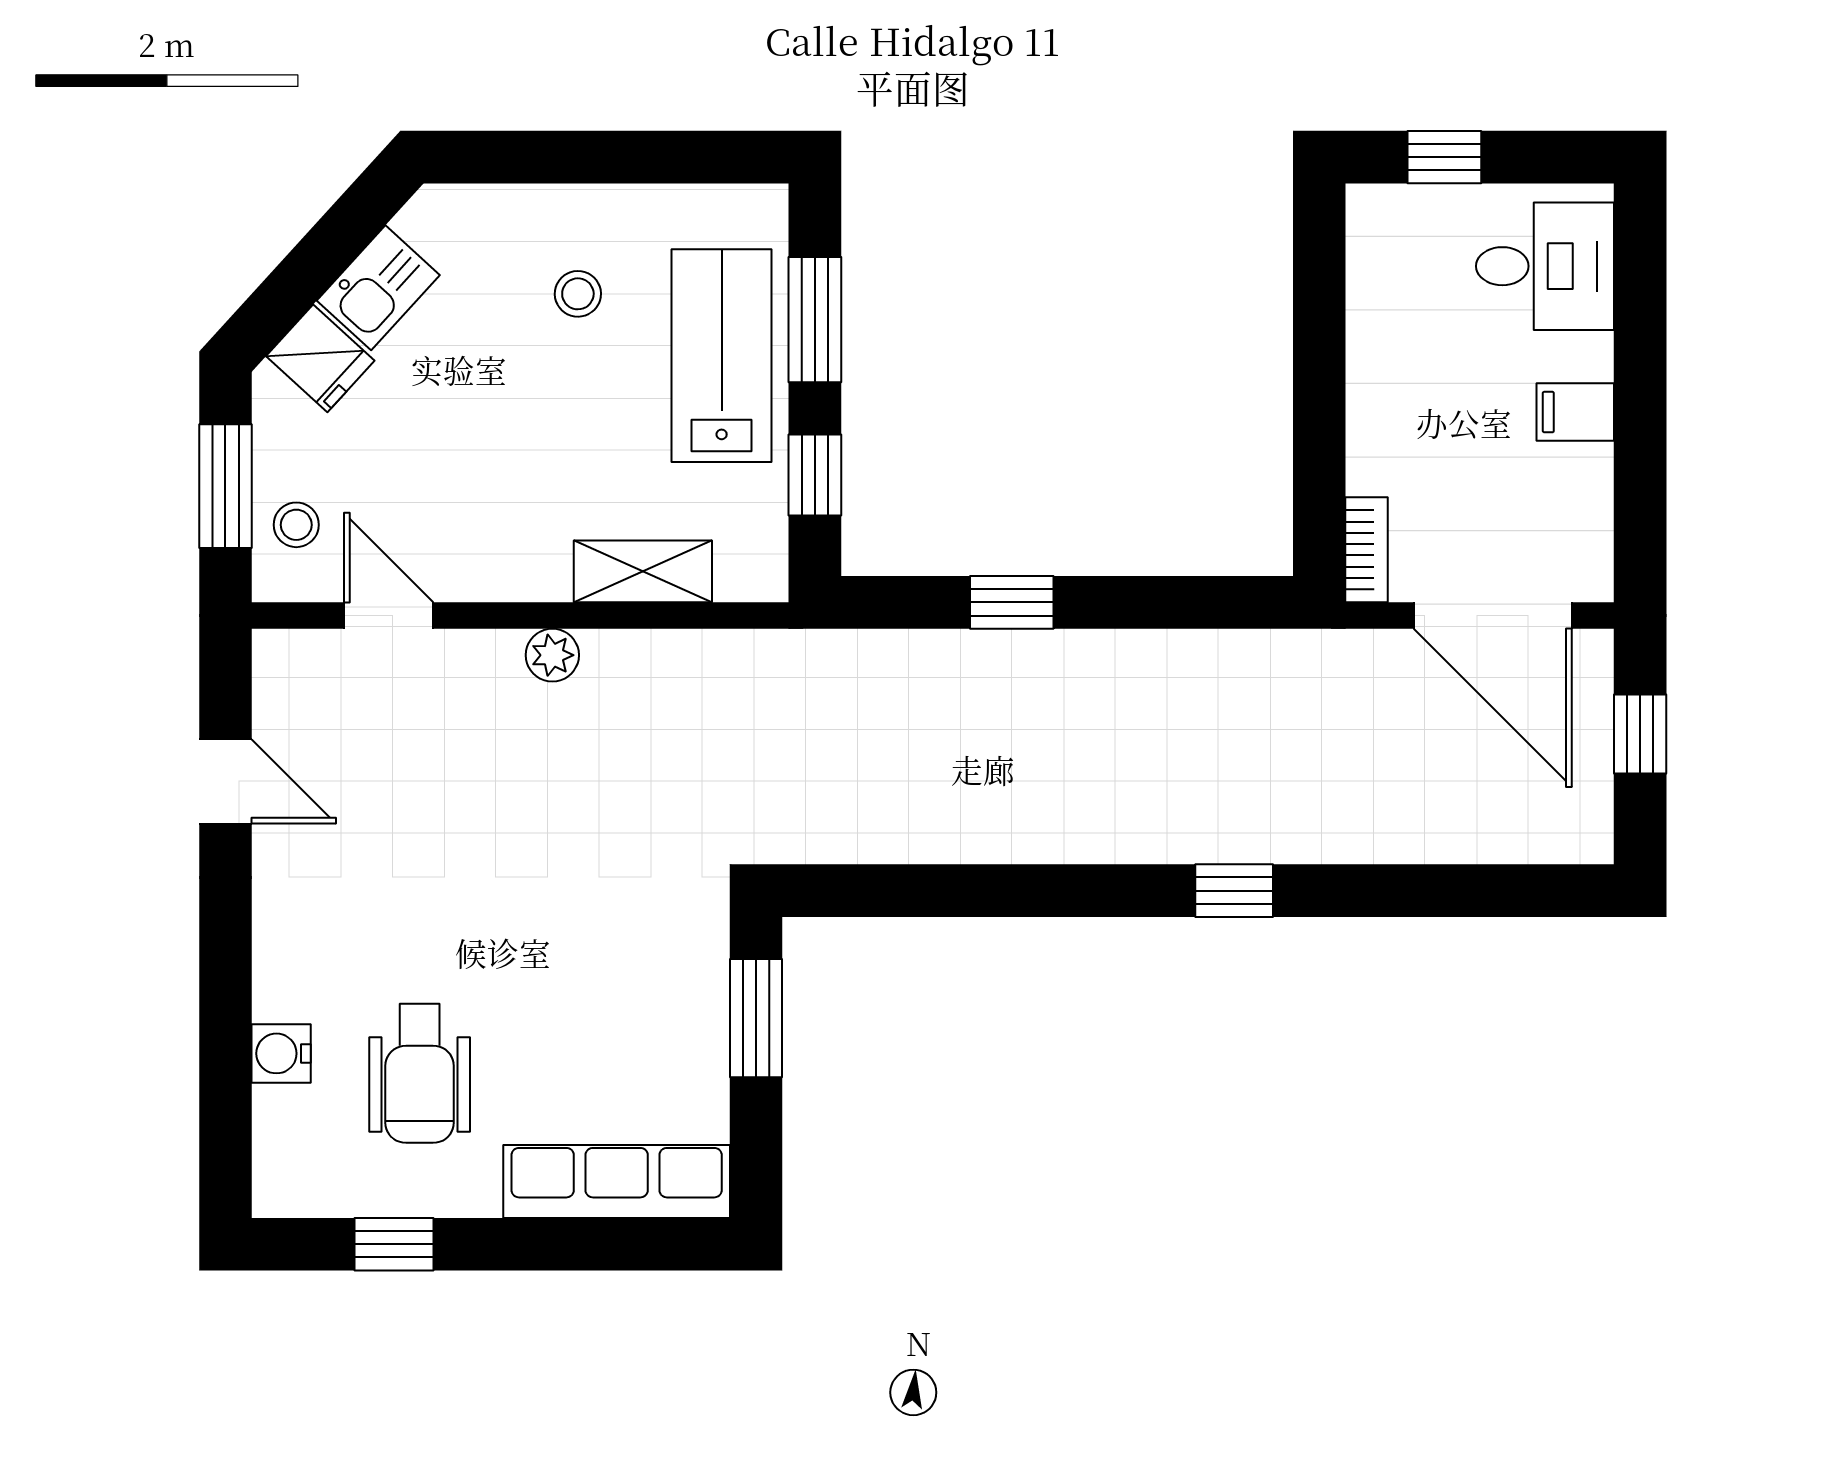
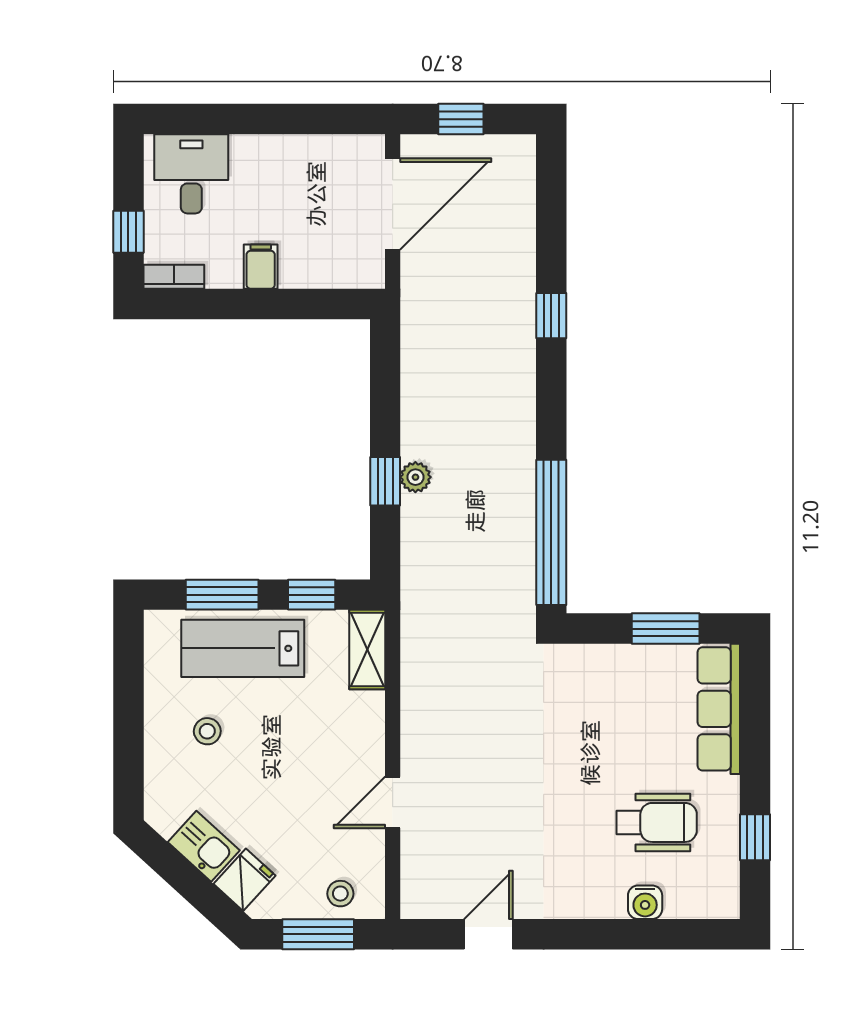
filing cabinet: (1575, 412) -> (261, 267), moved, turned 180
bookcase: (1366, 550) -> (174, 277), moved
shelving: (643, 571) -> (367, 650), moved
door: (389, 616) -> (393, 802), moved
plant: (552, 655) -> (415, 477), moved
window: (923, 891) -> (551, 532), added
window: (1234, 891) -> (551, 316), moved
window: (756, 1018) -> (666, 629), moved

